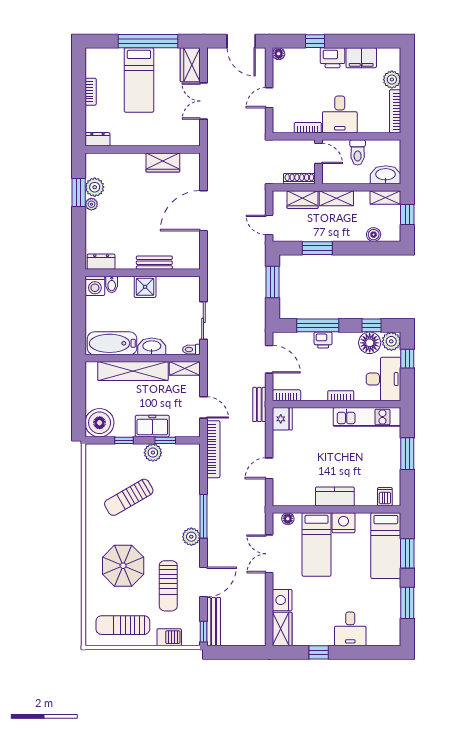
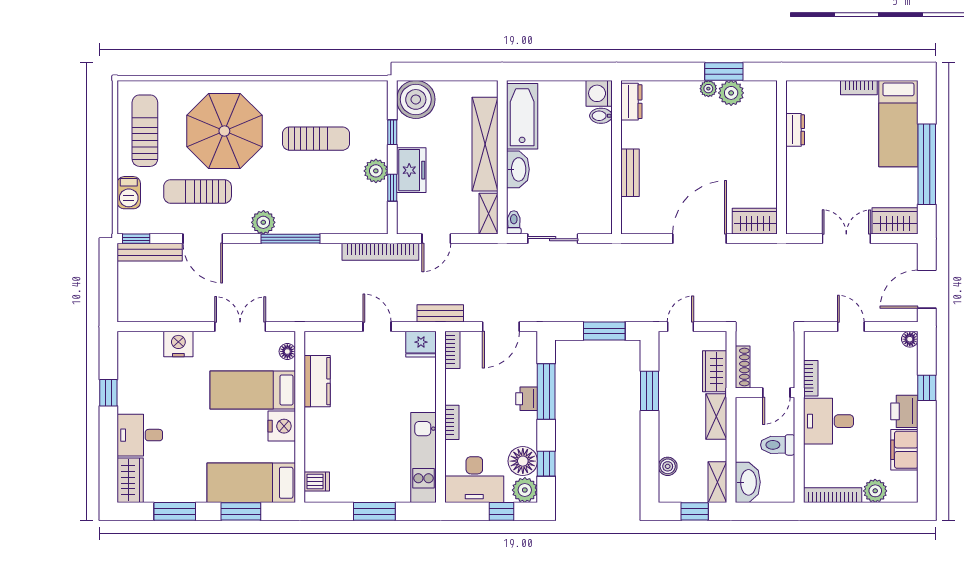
bed: (139, 80) -> (898, 124), moved, turned -90
dresser: (97, 139) -> (795, 130), moved
wardrobe: (163, 163) -> (755, 221), moved, turned 90
door: (203, 211) -> (700, 239), hinge flipped
shower: (145, 287) -> (598, 160), removed
door: (269, 468) -> (377, 327), moved
kitchen counter: (335, 496) -> (317, 381), moved
sun lounger: (129, 497) -> (316, 139), turned 120
parasol: (123, 566) -> (224, 131), width x1.36, depth x1.36
wardrobe: (282, 629) -> (130, 480), moved, turned -90

